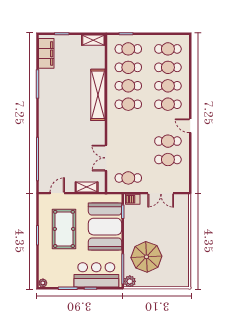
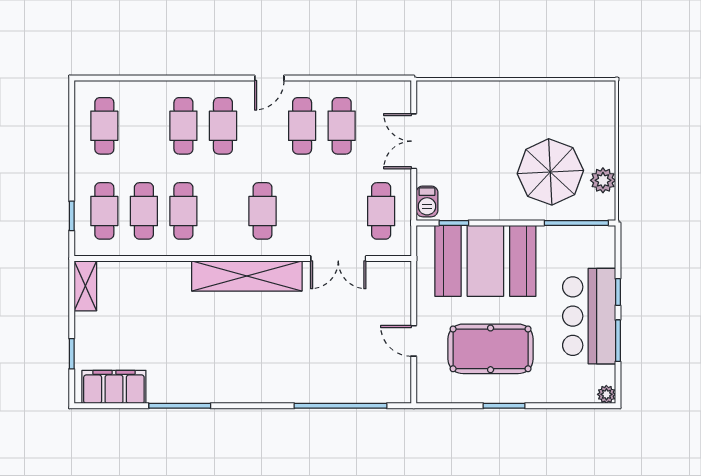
cafe table: (168, 67) -> (144, 126), removed
shelving: (98, 95) -> (247, 276), moved
cafe table: (128, 104) -> (263, 211), moved
shelving: (87, 187) -> (400, 300), removed
door: (57, 193) -> (414, 341), moved
double door: (161, 193) -> (414, 141), swing flipped
bar counter: (96, 275) -> (589, 316), moved
plant: (130, 281) -> (603, 180), moved

